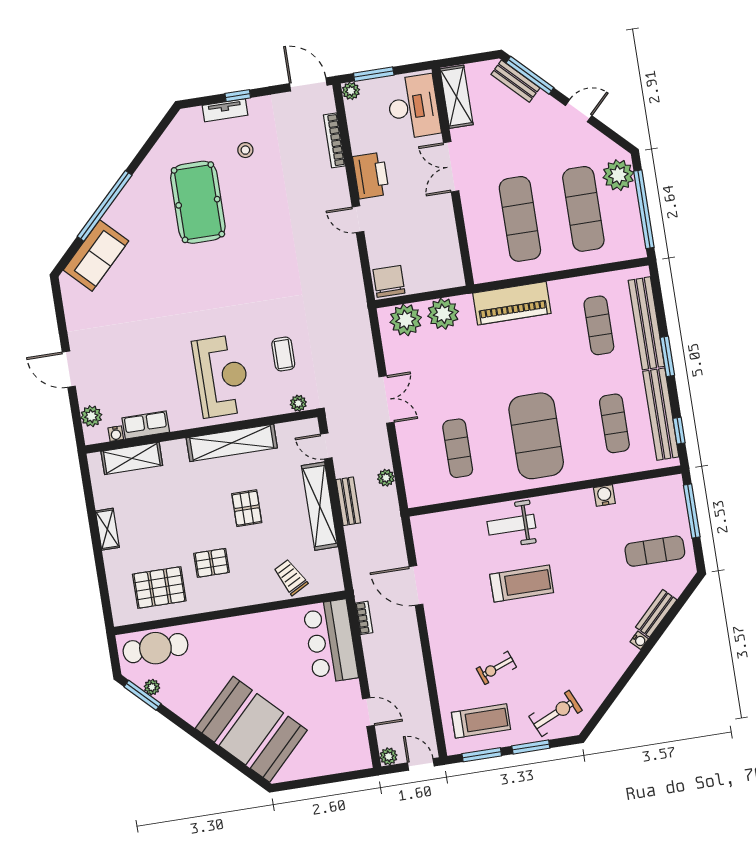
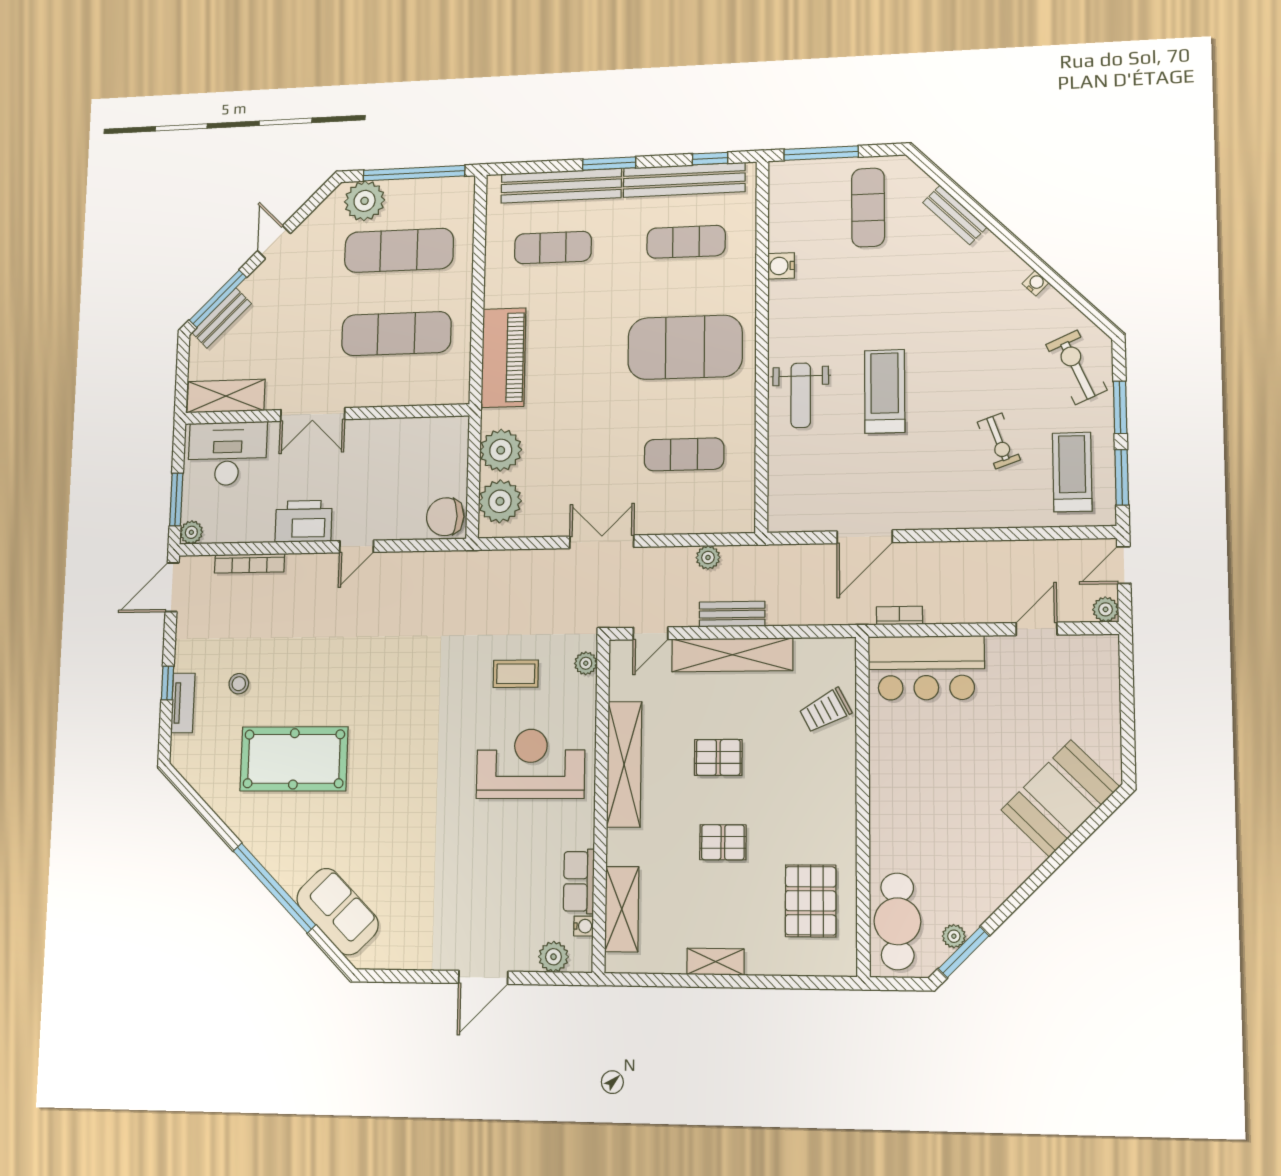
pallet: (212, 563) -> (723, 842), moved, turned 90
water cooler: (639, 640) -> (1036, 283), moved
booth: (251, 729) -> (1060, 798), width x0.73, depth x0.70

